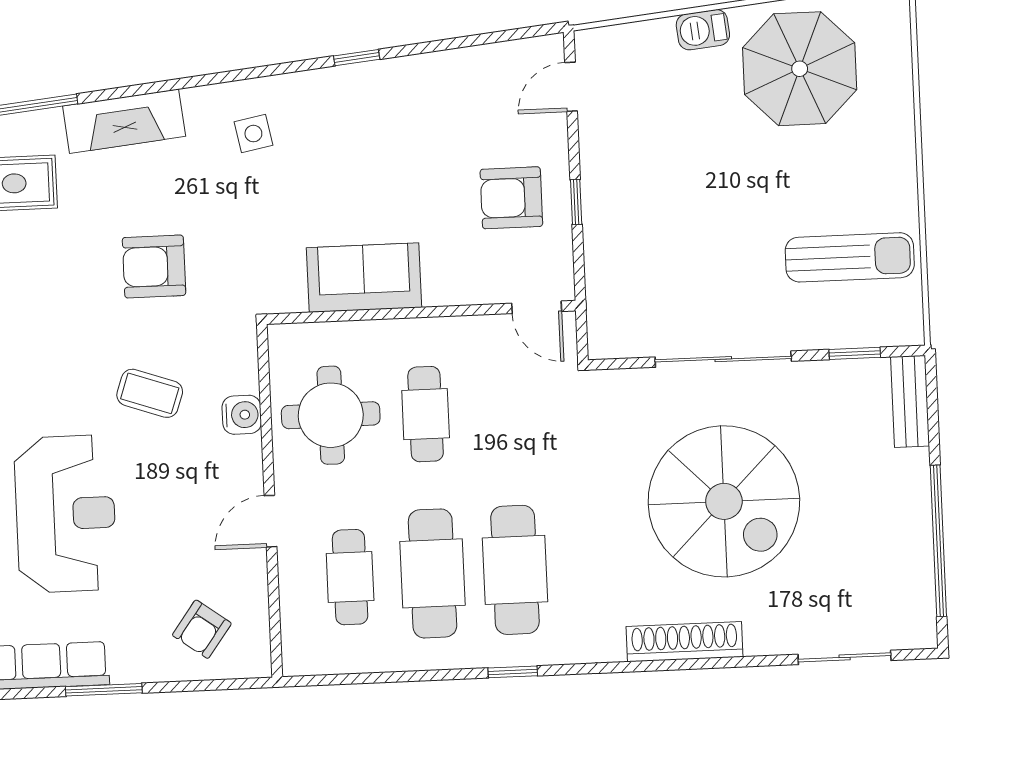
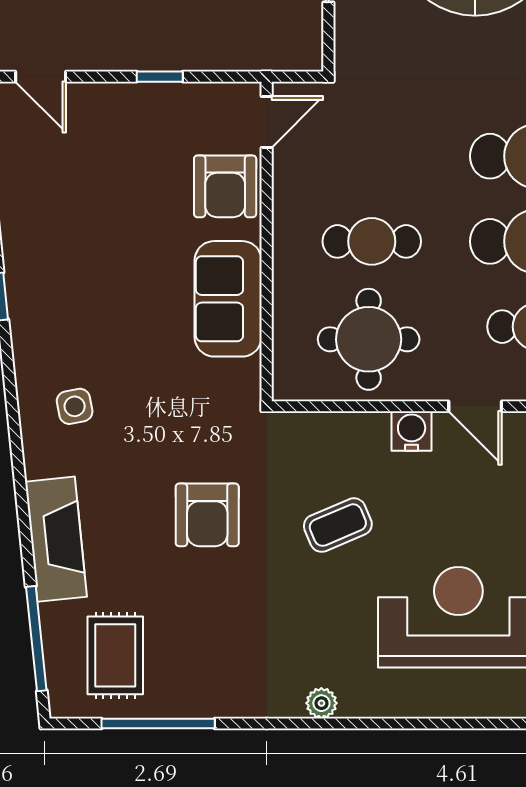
armchair: (511, 198) -> (225, 186), moved
coffee table: (150, 393) -> (338, 525), turned 48
water cooler: (242, 415) -> (412, 431), moved

